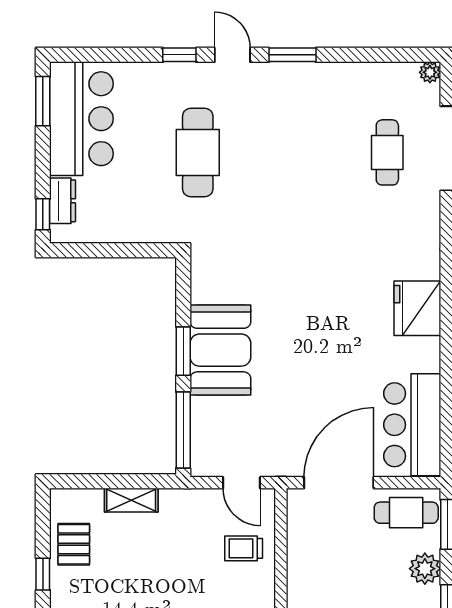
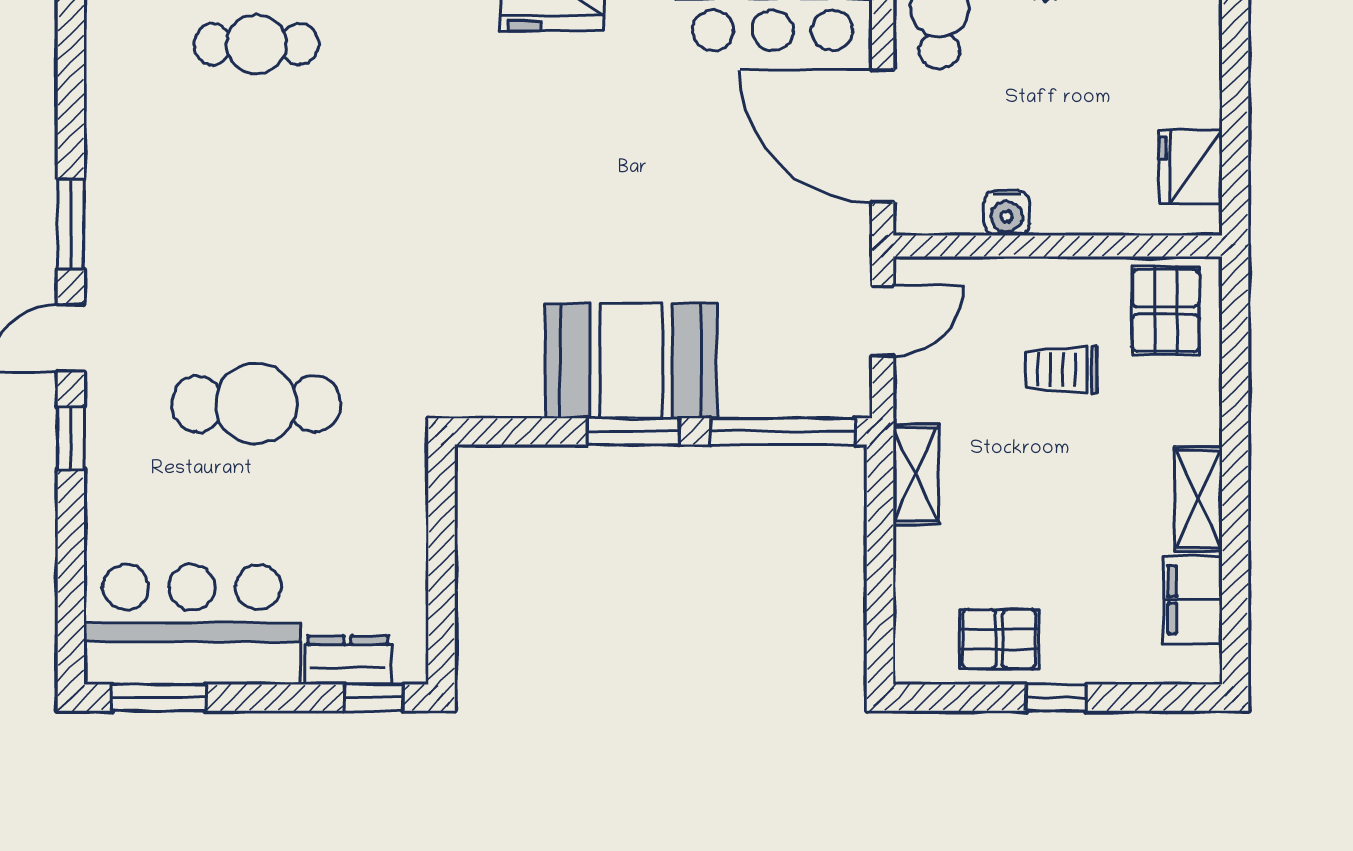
shelving: (131, 500) -> (916, 474), moved
trolley: (244, 548) -> (1061, 370), moved, turned 90
water cooler: (298, 548) -> (1007, 213), added

